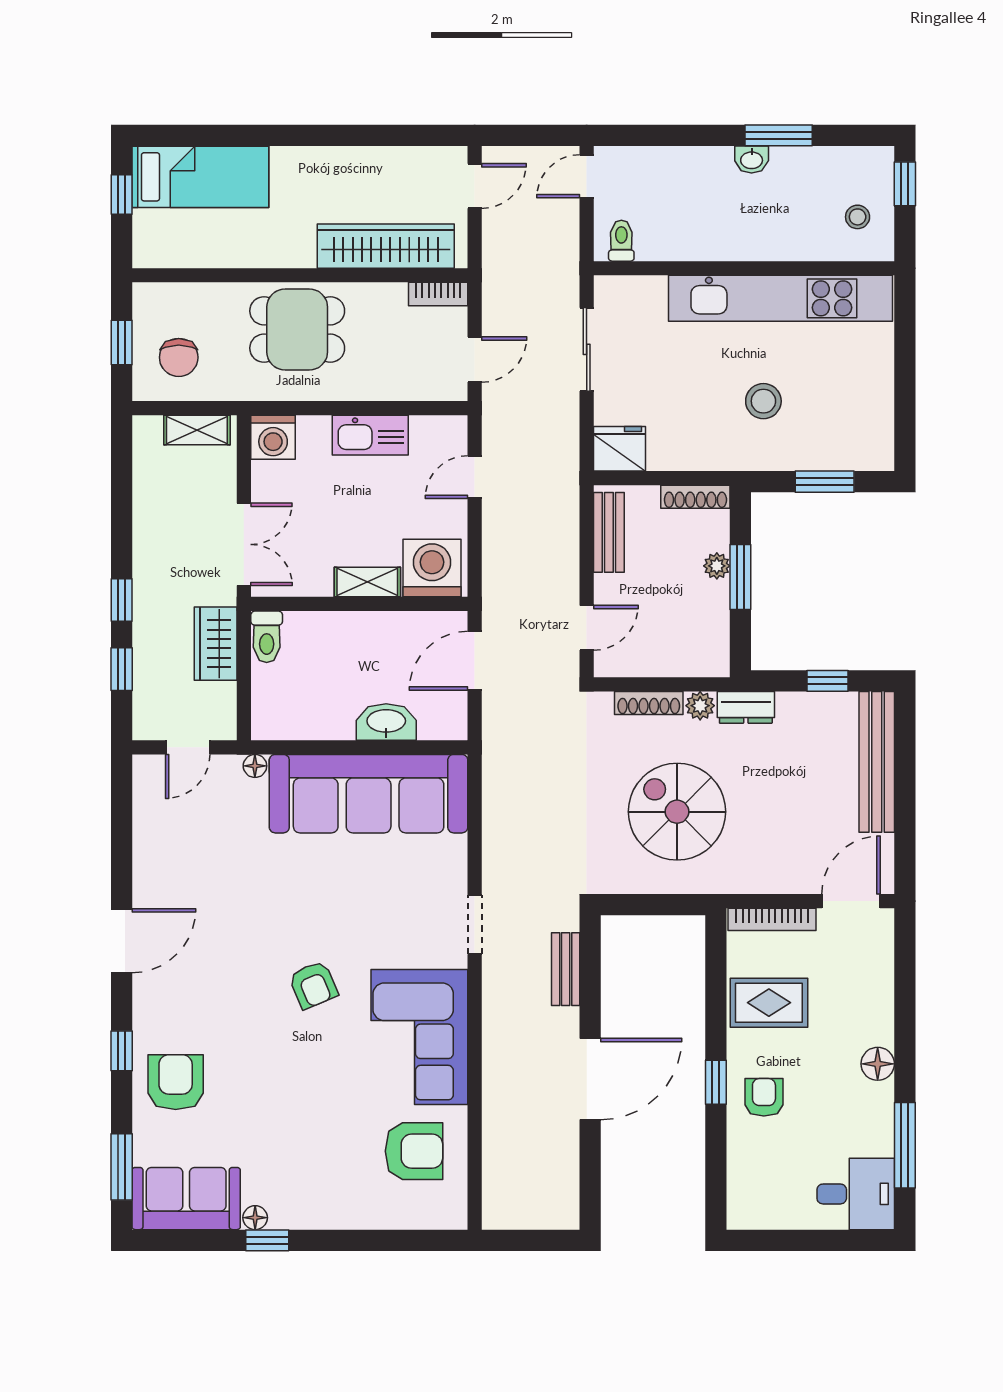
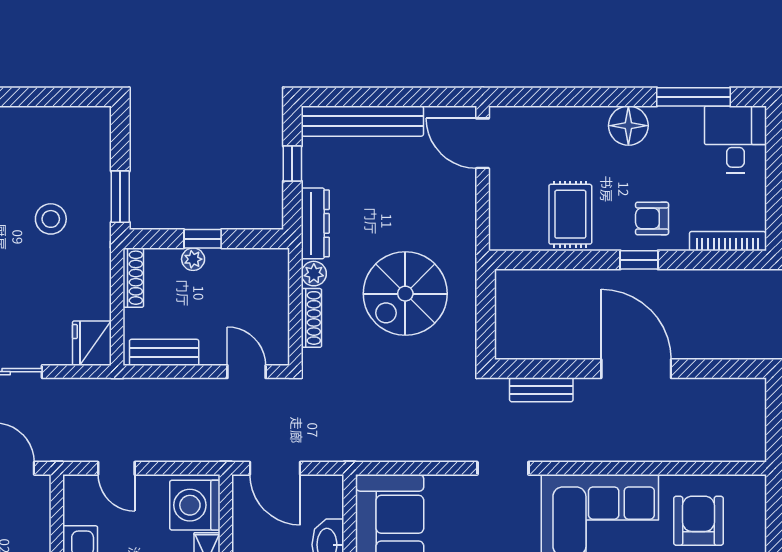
window: (825, 482) -> (120, 197), moved
window: (740, 577) -> (203, 239), width x0.67
dresser: (746, 707) -> (315, 223), width x1.44
bookcase: (772, 919) -> (728, 241), moved, turned -90
floor lamp: (878, 1064) -> (628, 126), width x1.38, depth x1.38

